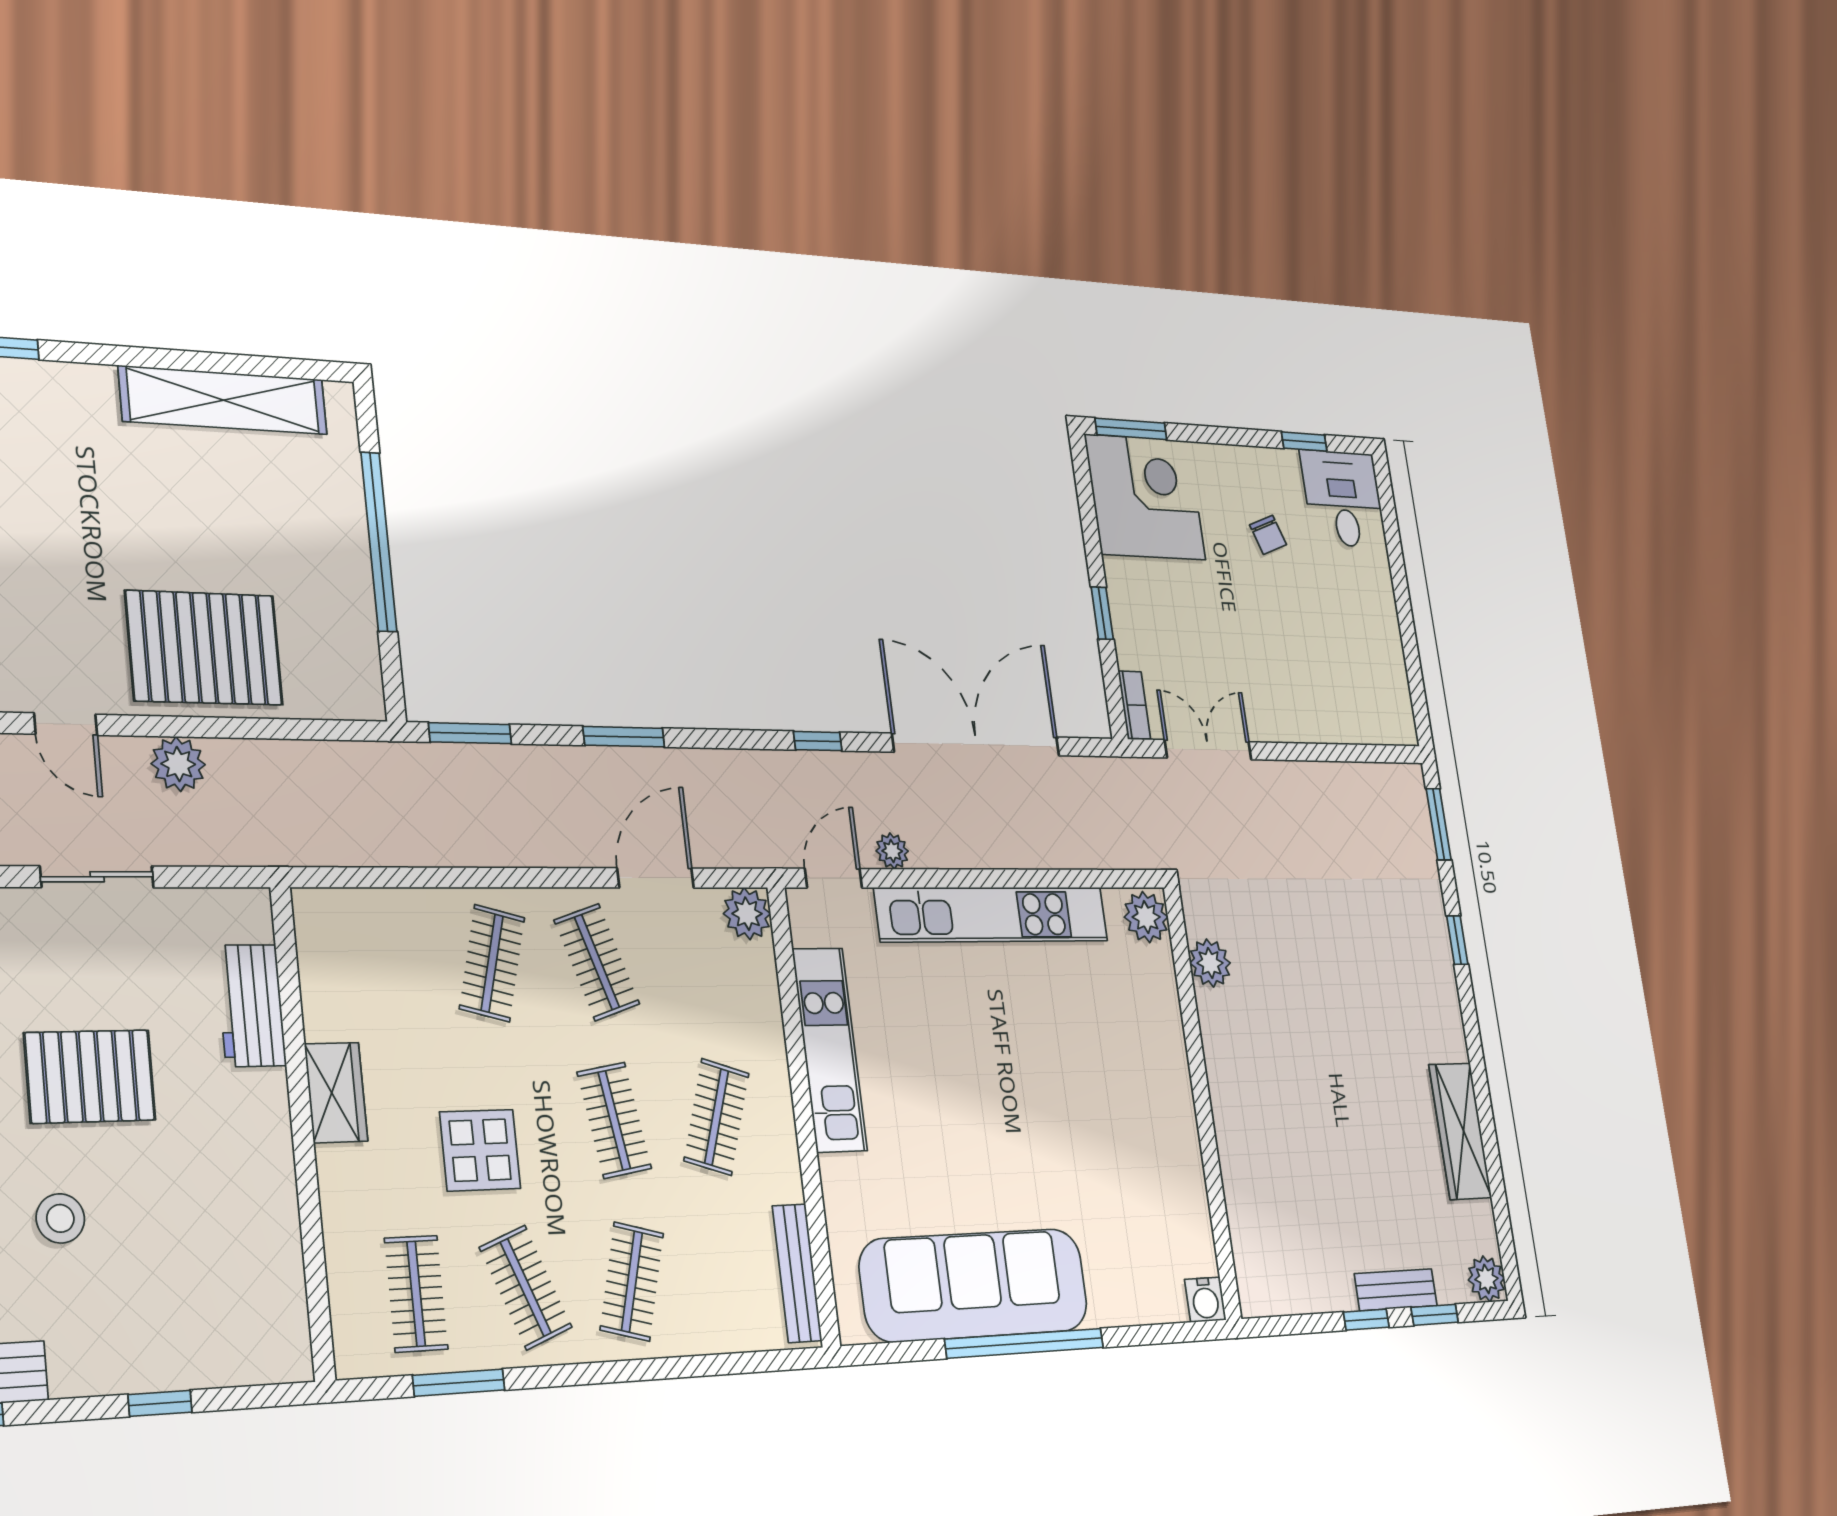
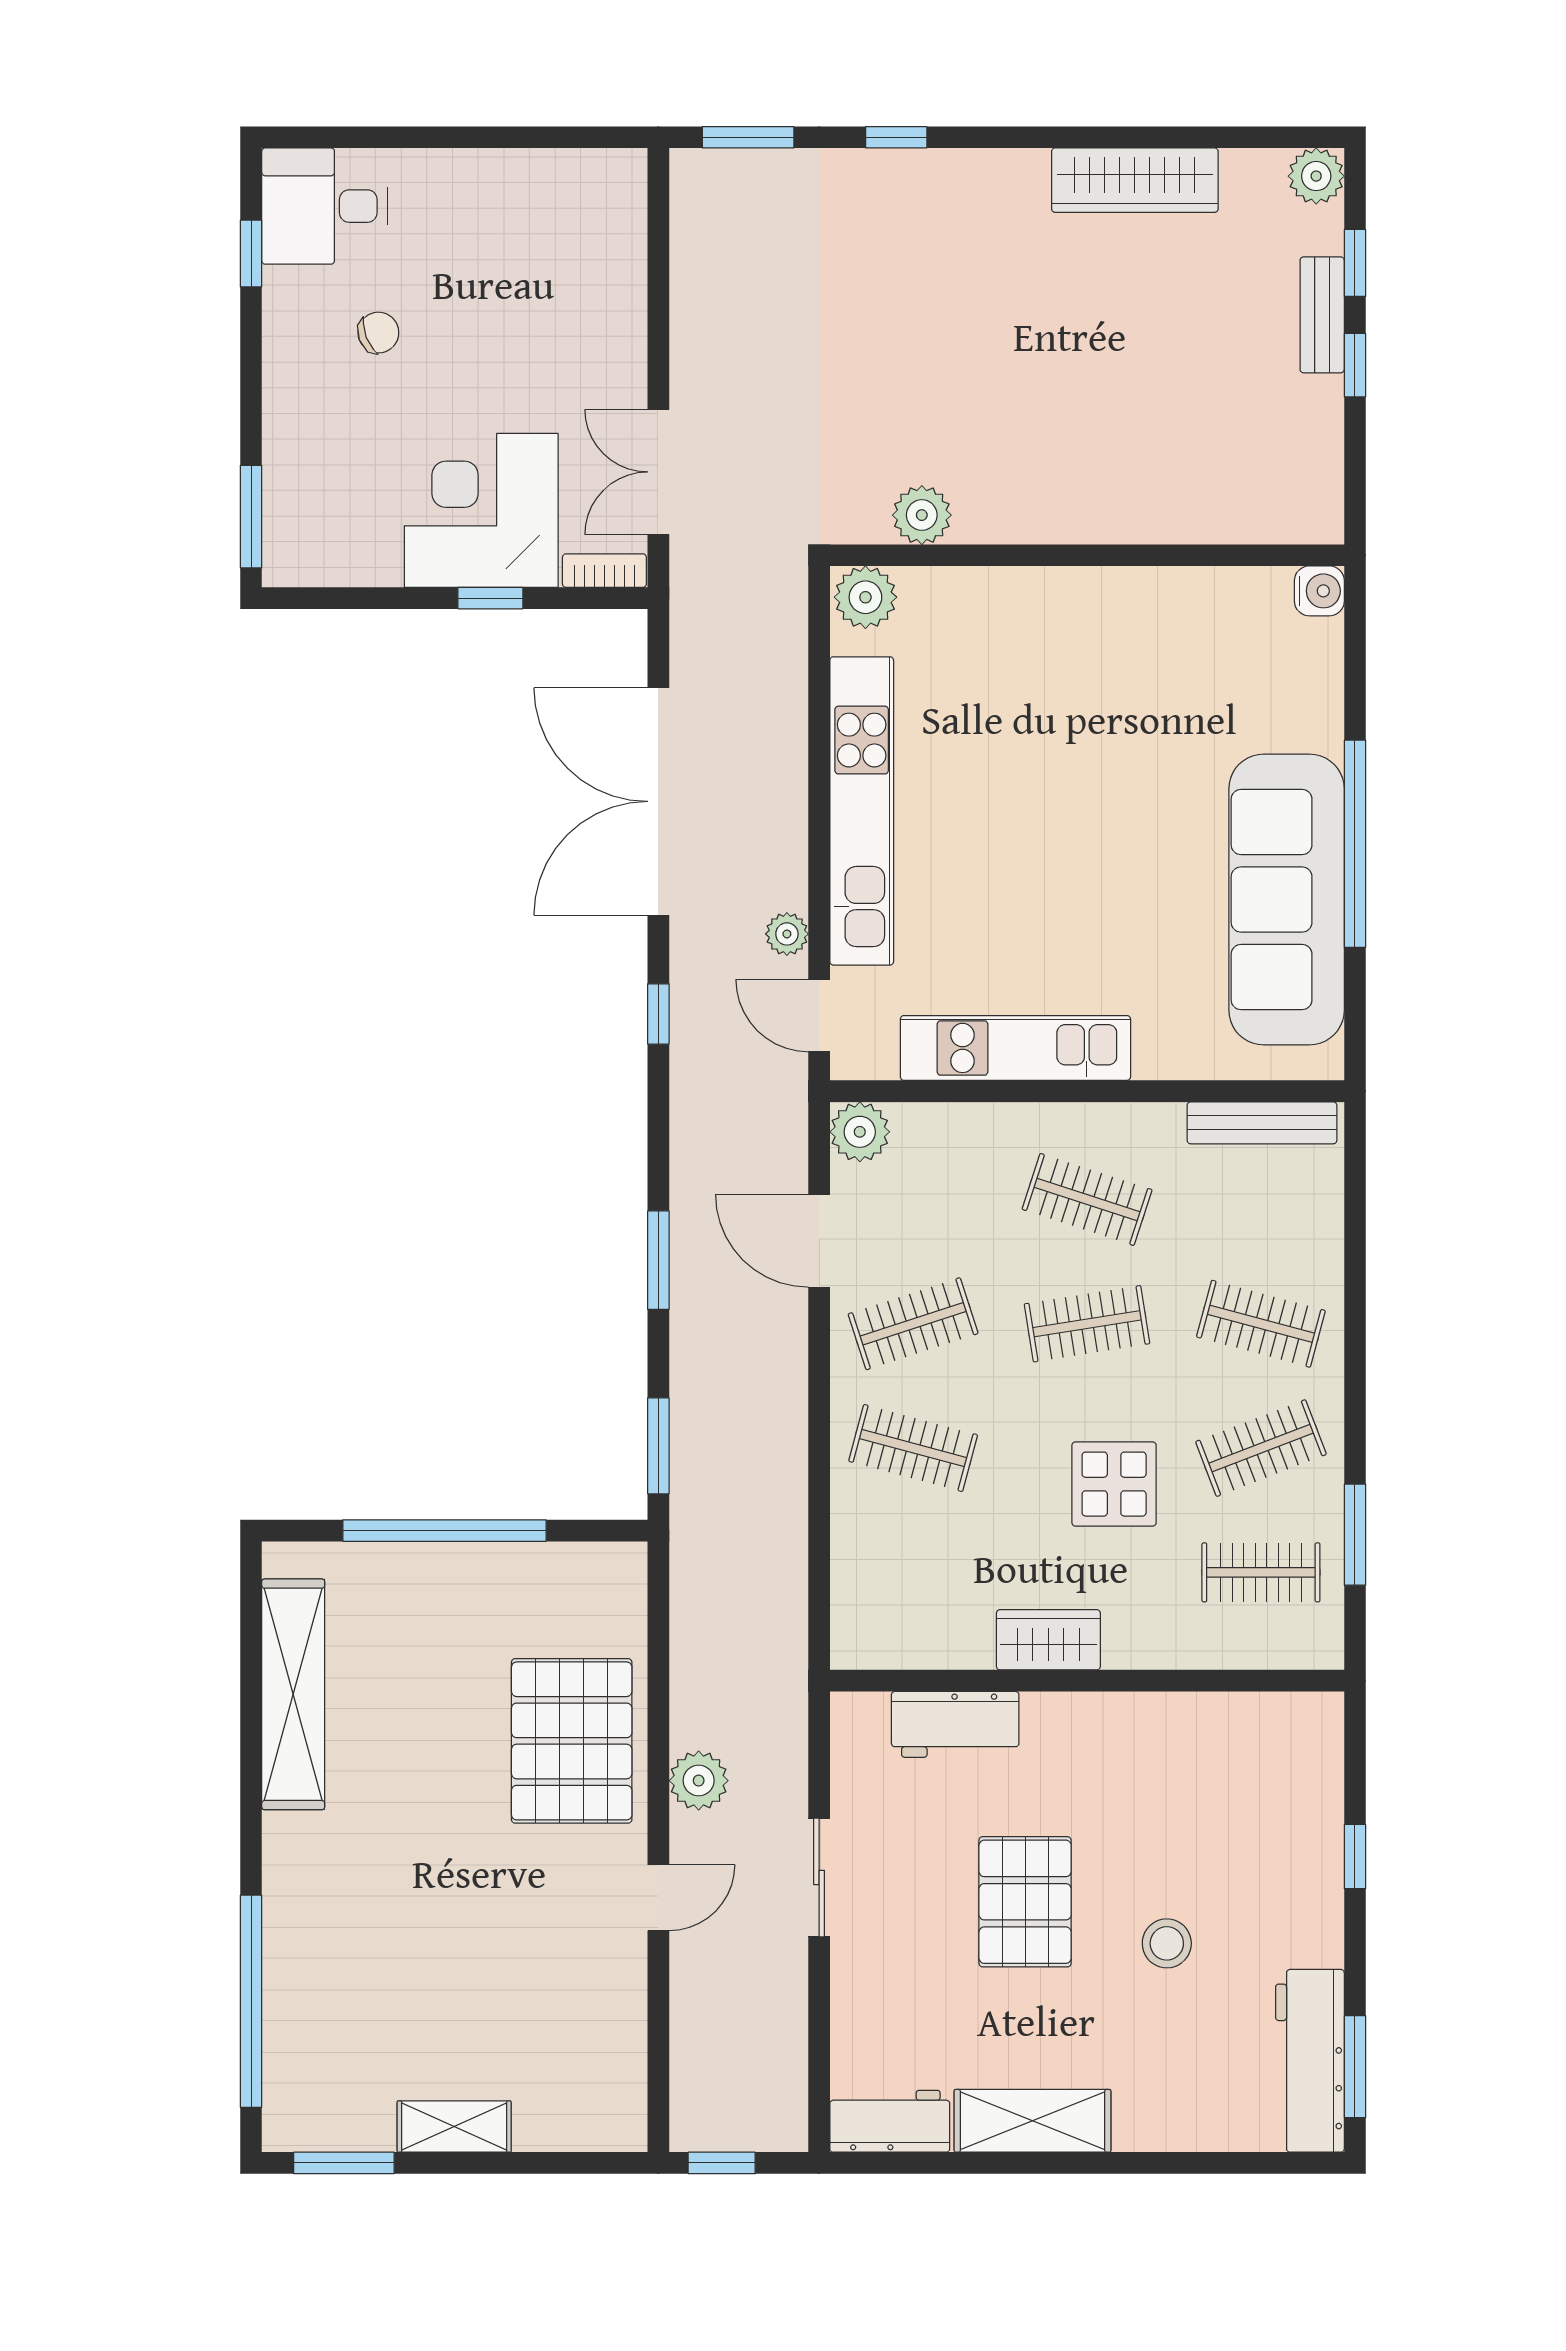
corner desk: (1145, 497) -> (481, 510), moved

